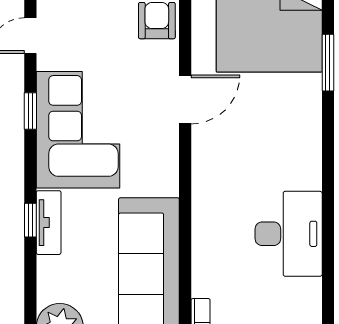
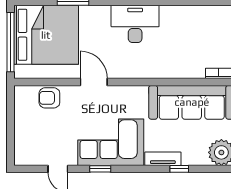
window: (30, 220) -> (179, 169), moved
desk: (289, 234) -> (135, 24), moved

